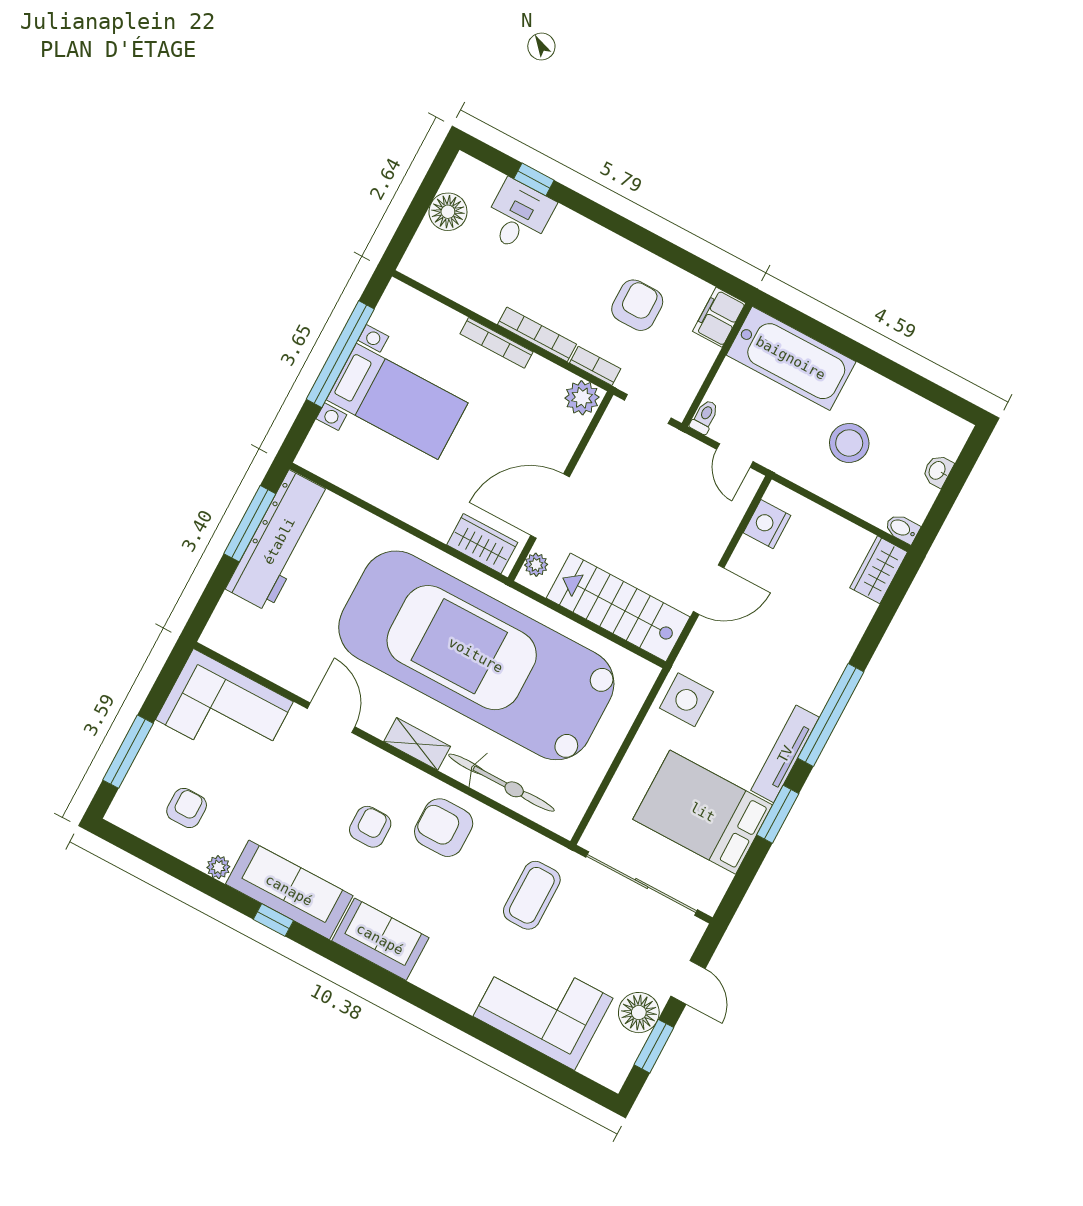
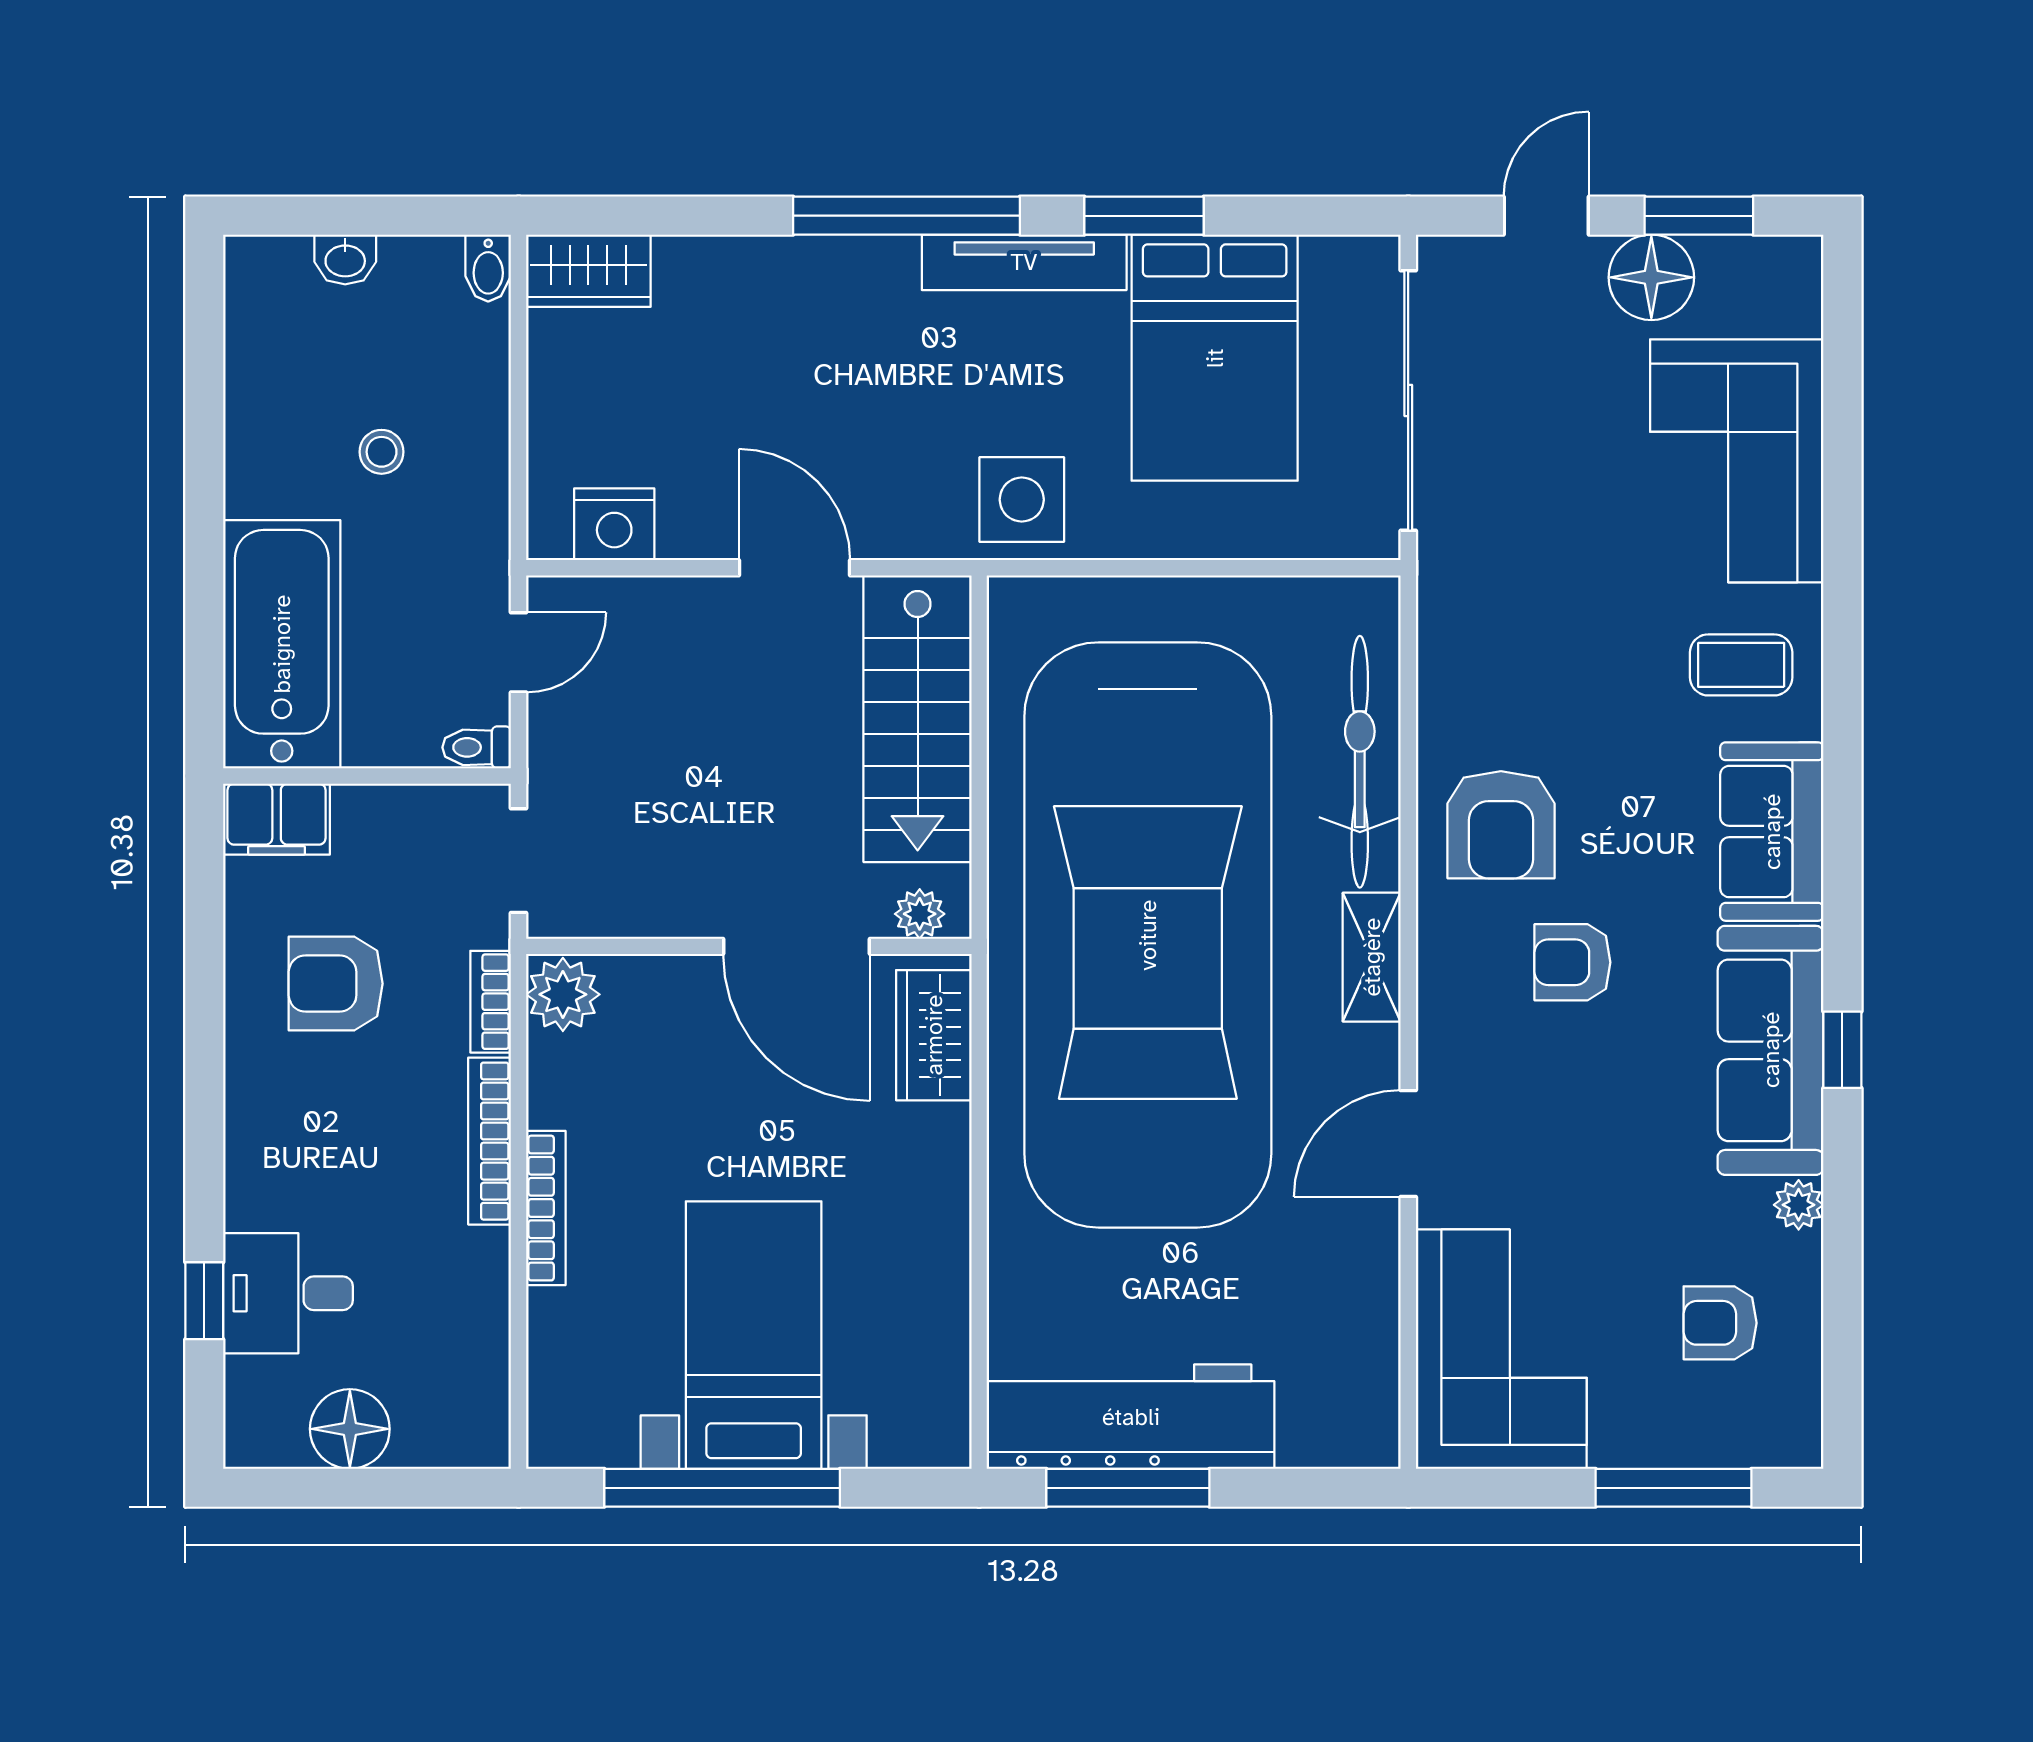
stool: (849, 443) -> (382, 452), width x0.53, depth x0.53
coffee table: (532, 895) -> (1741, 665), moved, width x0.73, depth x0.77

